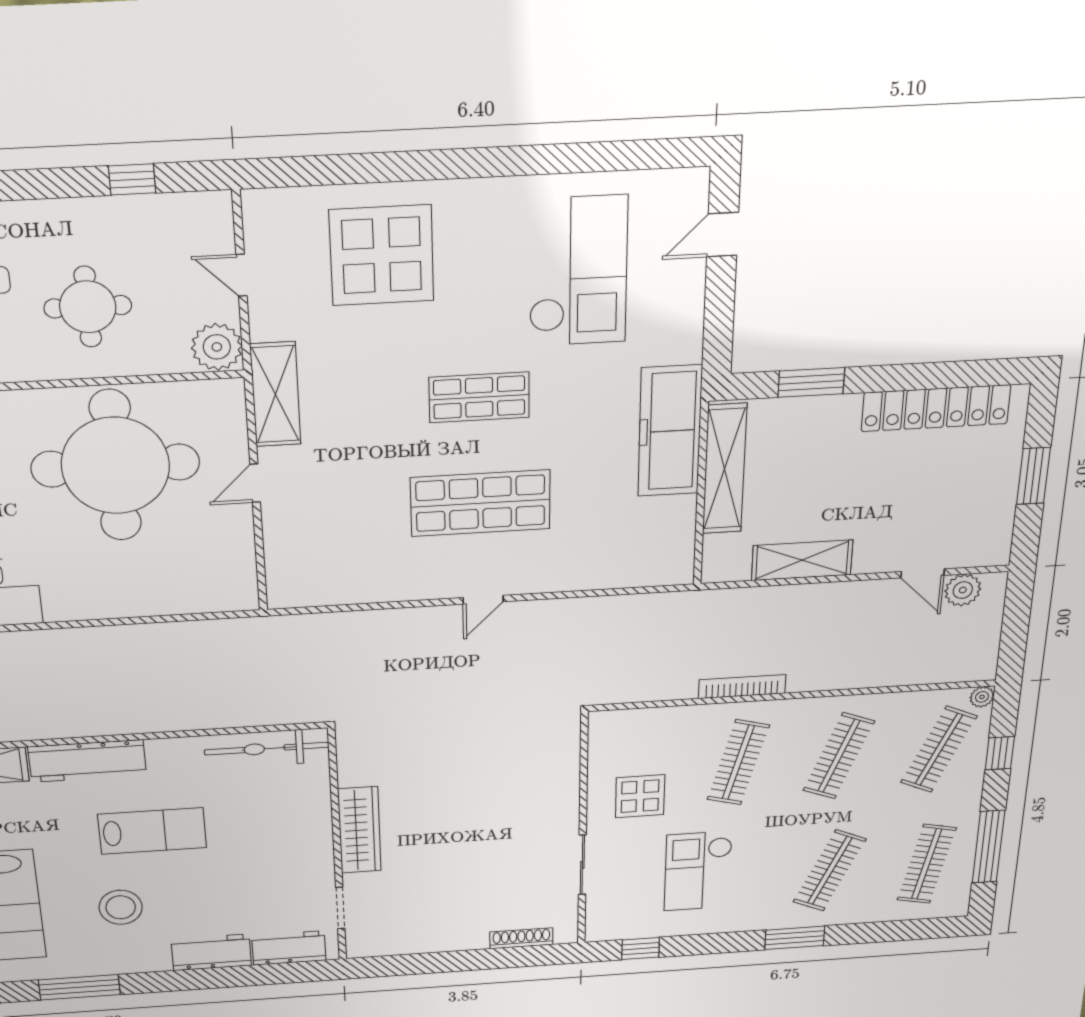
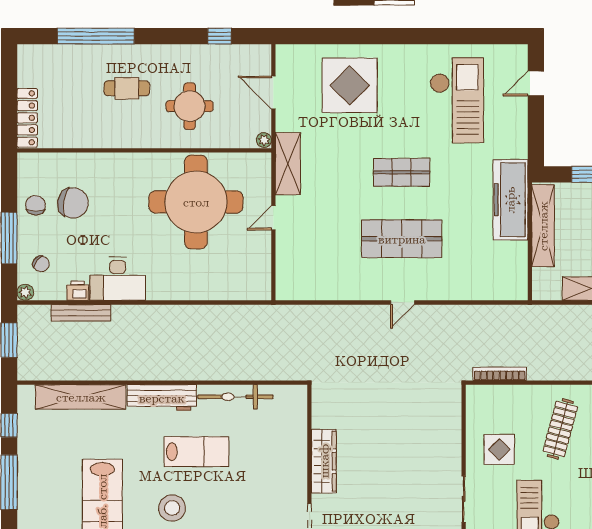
door: (241, 275) -> (273, 93), width x1.38
plant: (217, 347) -> (264, 140), width x0.53, depth x0.53
bookcase: (742, 687) -> (500, 374), moved
bicycle: (267, 749) -> (235, 397), moved

